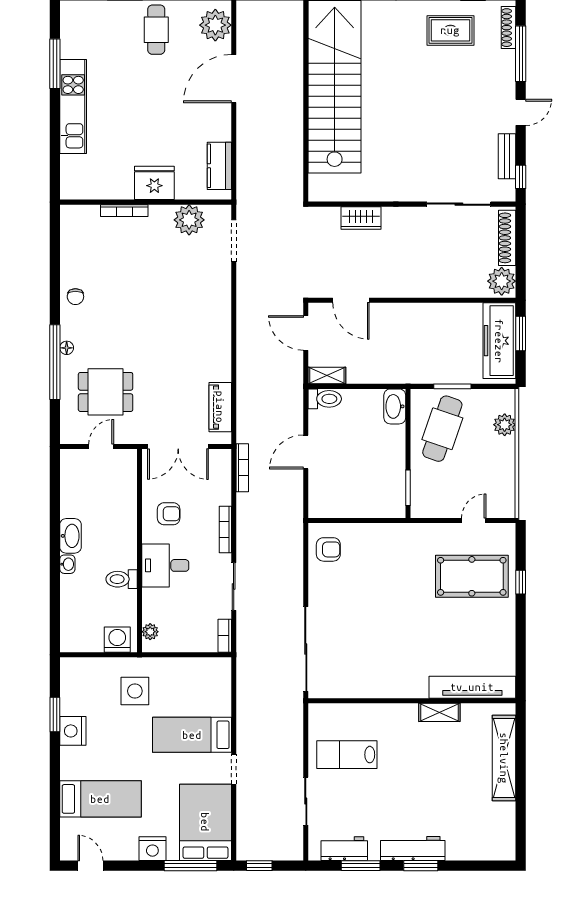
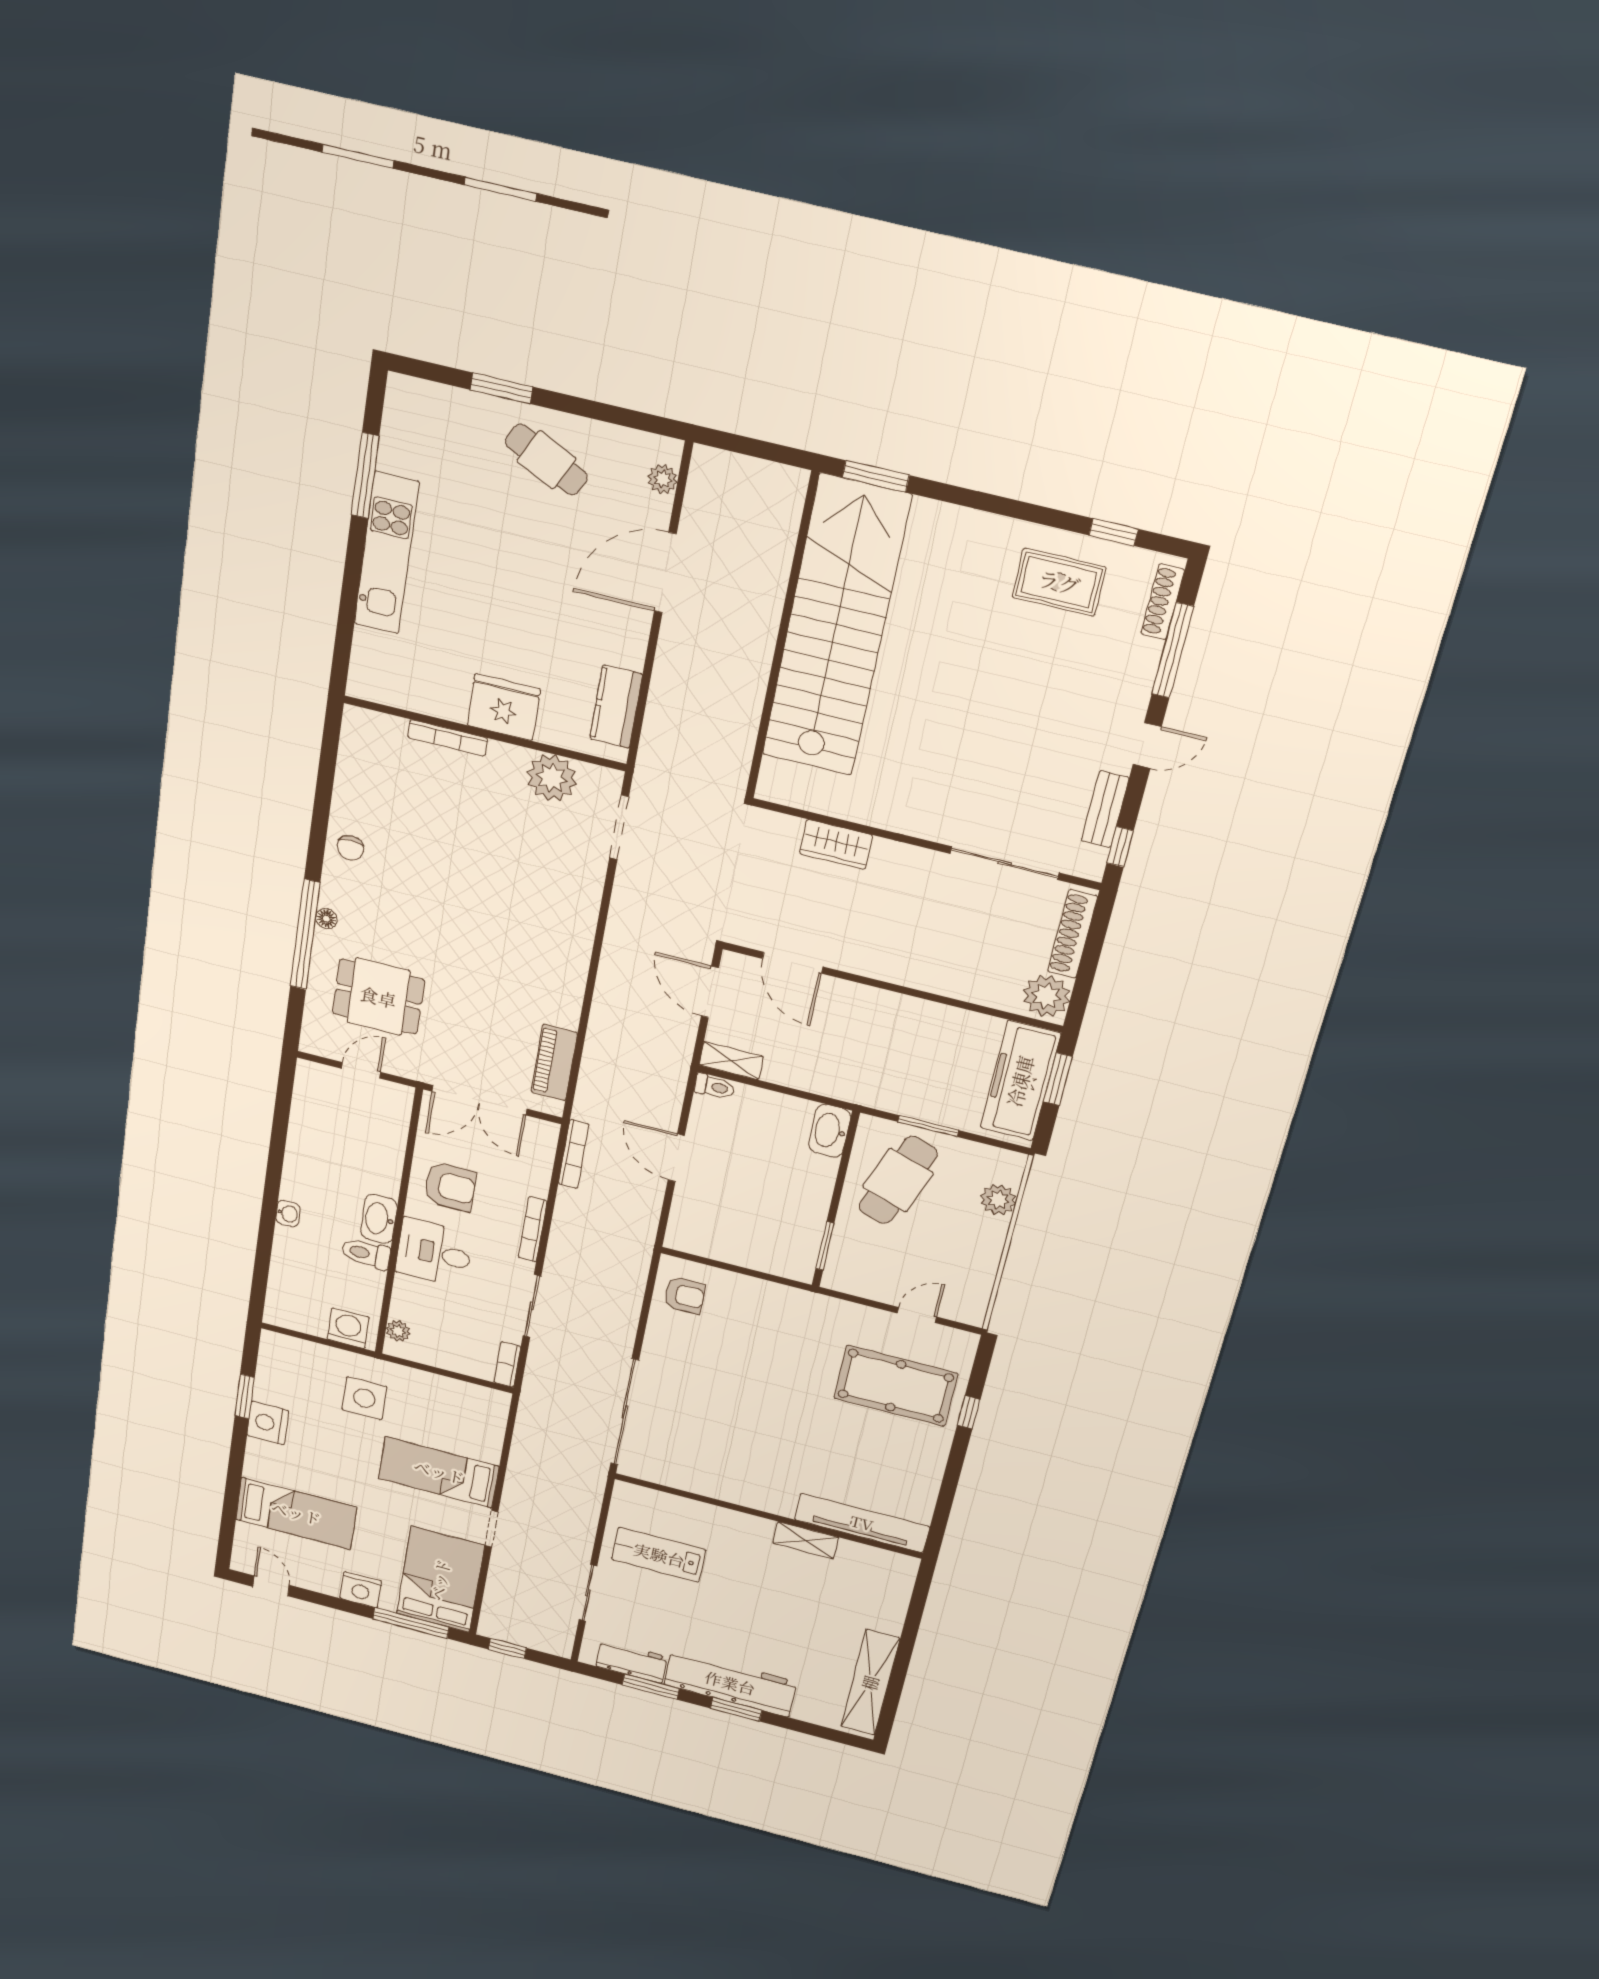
plant: (215, 25) -> (663, 479), width x0.53, depth x0.53
cafe table: (156, 30) -> (546, 460), turned -64
toilet: (325, 399) -> (714, 1087), width x0.73, depth x0.72
door: (306, 452) -> (676, 1158), hinge flipped
armchair: (169, 514) -> (450, 1187), width x1.38, depth x1.38
washbasin: (70, 536) -> (379, 1219), moved, turned 180
shelving: (504, 758) -> (870, 1683), moved
workbench: (413, 849) -> (730, 1683), width x1.36, depth x1.32

